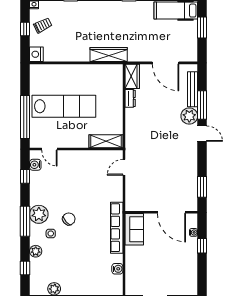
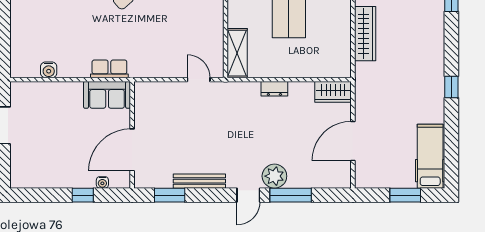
wardrobe: (109, 55) -> (365, 34), moved
bench: (193, 89) -> (199, 181), moved
dresser: (130, 98) -> (274, 89), moved
row of seats: (117, 228) -> (109, 69), width x0.50

